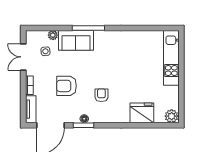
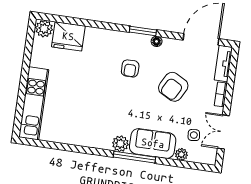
plant: (101, 37) -> (120, 144), added
double door: (23, 57) -> (223, 132), swing flipped
armchair: (66, 86) -> (173, 87), turned 118
fridge: (142, 113) -> (68, 36), moved
window: (83, 125) -> (143, 31), moved

